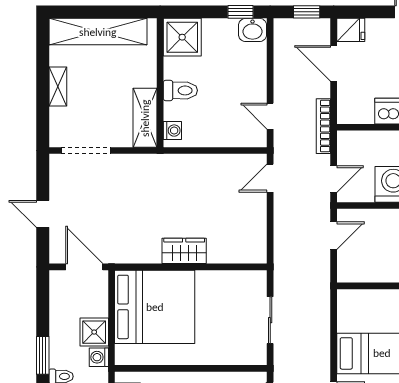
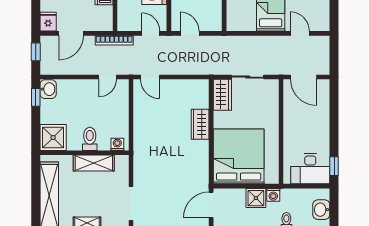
shelving: (145, 118) -> (94, 163), moved
wardrobe: (184, 251) -> (200, 124), moved
wardrobe: (244, 283) -> (222, 95), added

